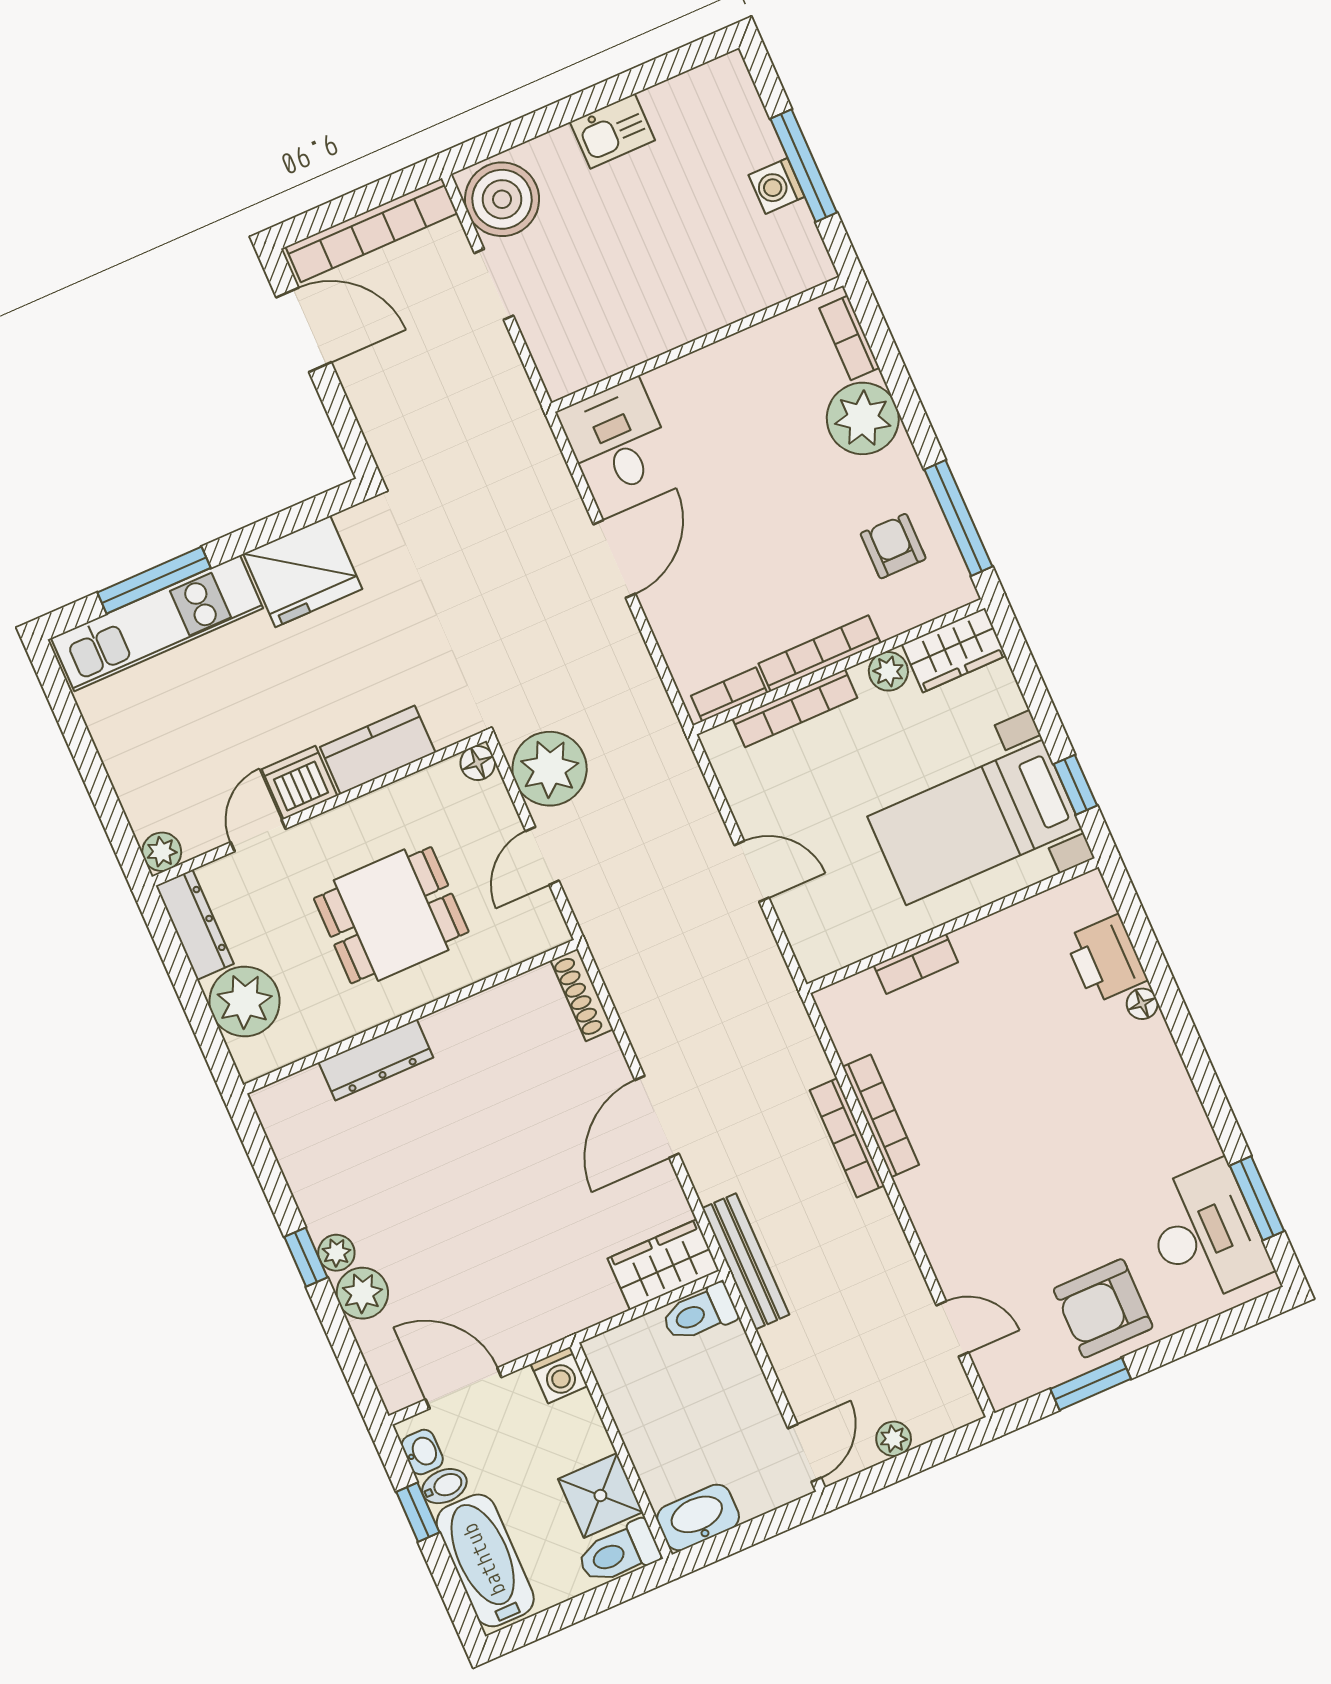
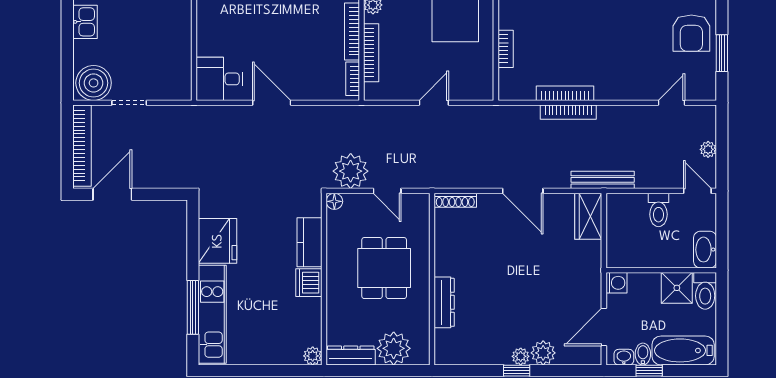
door: (258, 836) -> (324, 311), removed
toilet: (699, 1313) -> (658, 210), moved

